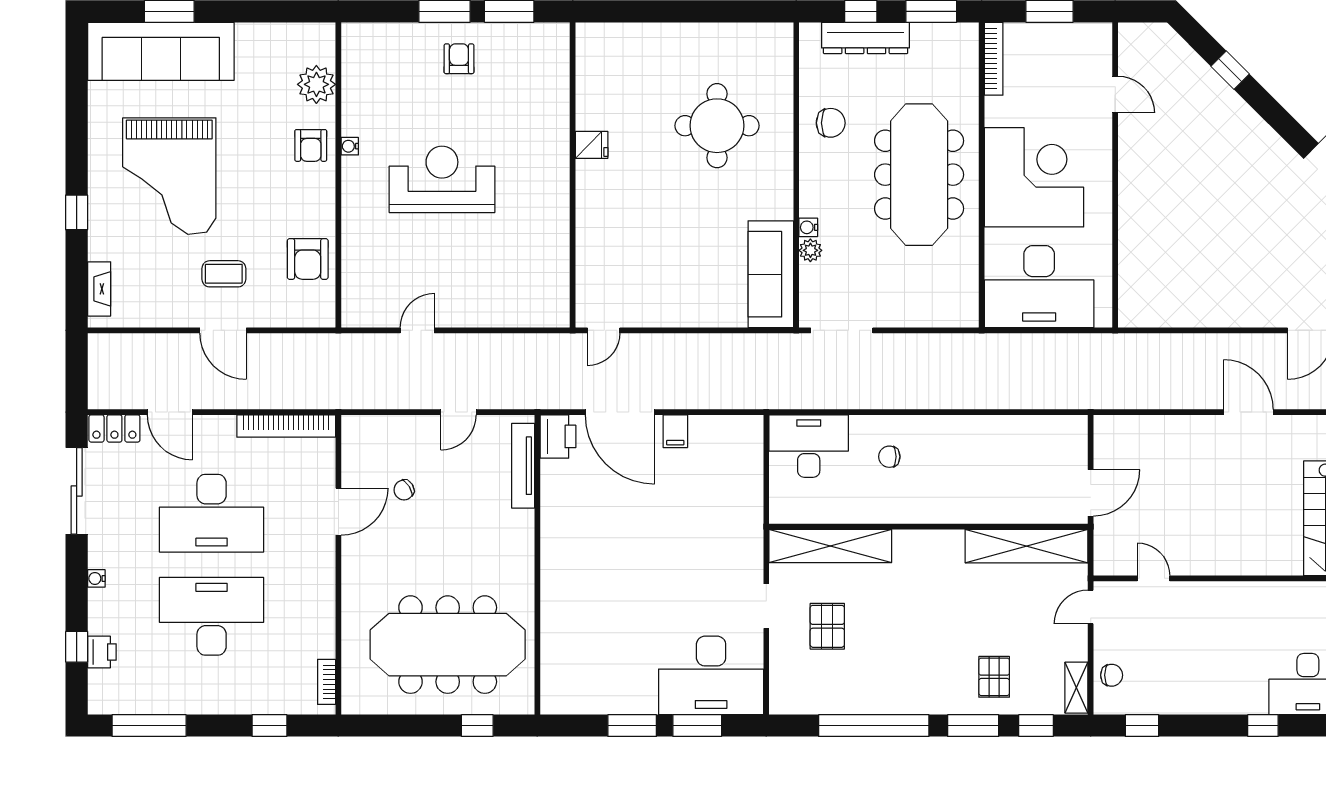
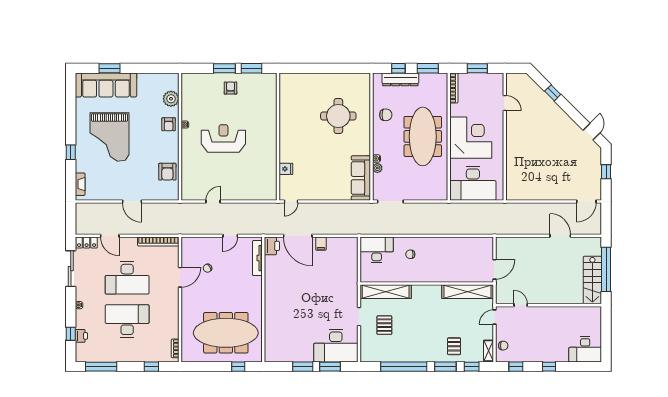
fridge: (592, 145) -> (286, 169), moved
coffee table: (224, 274) -> (132, 178), removed
window: (1263, 726) -> (549, 367), moved

